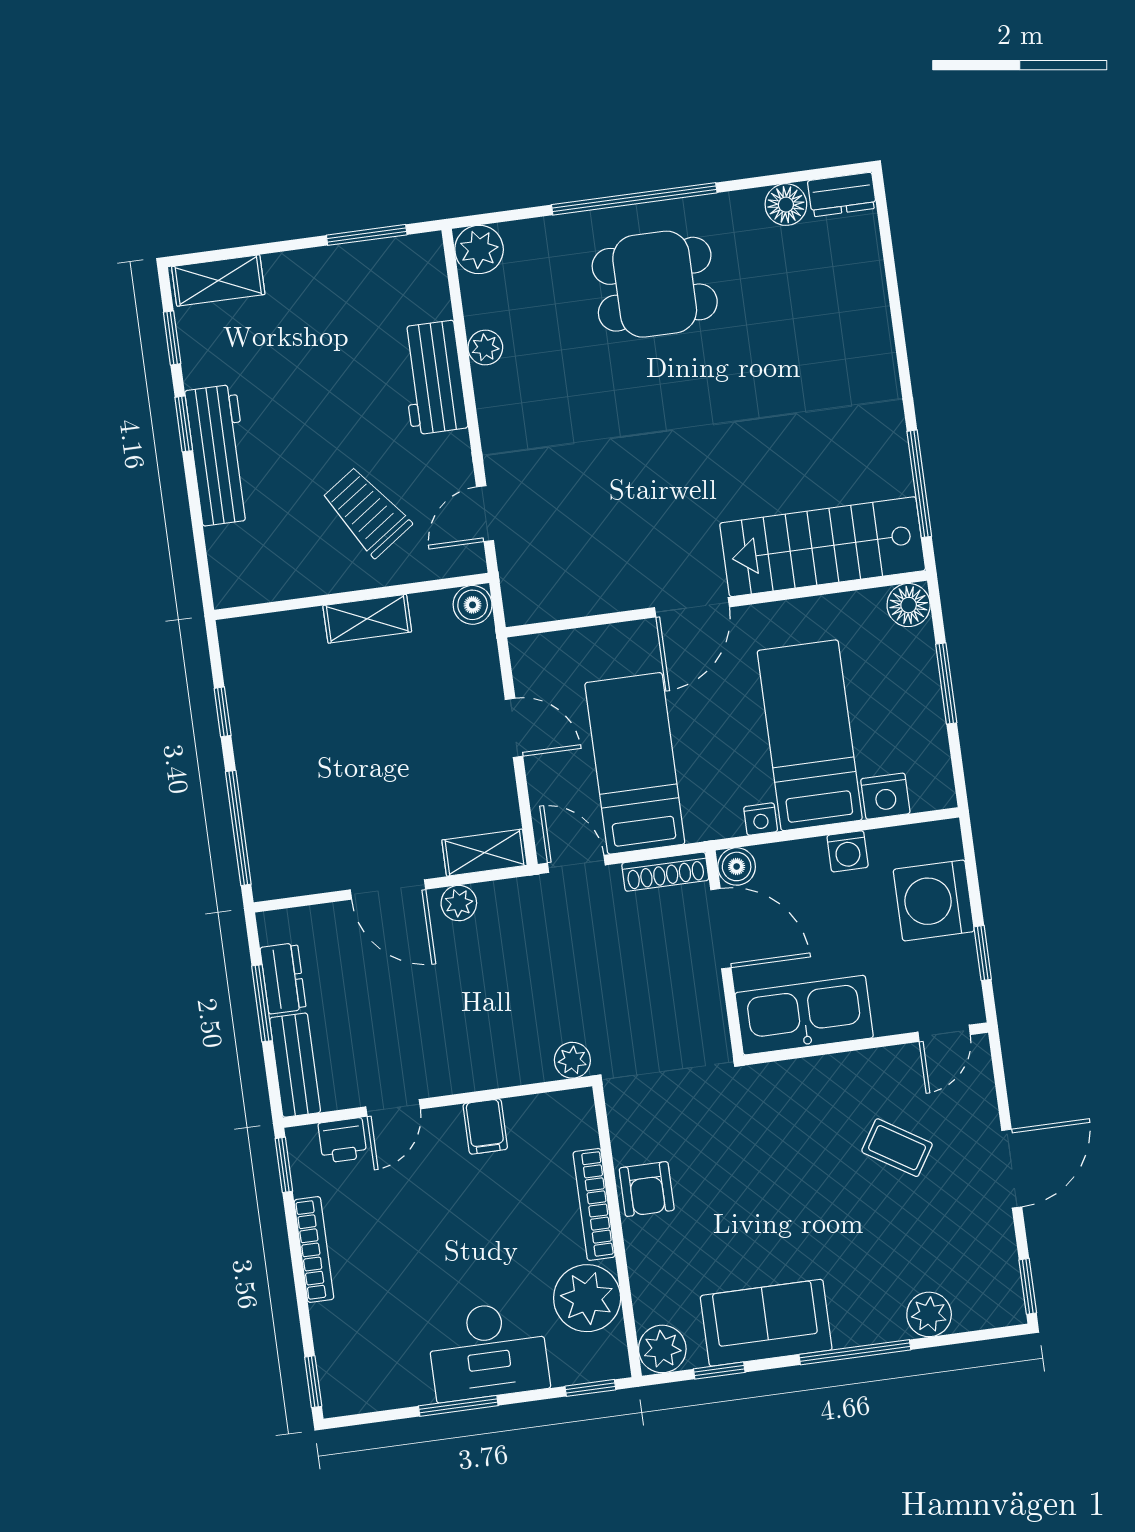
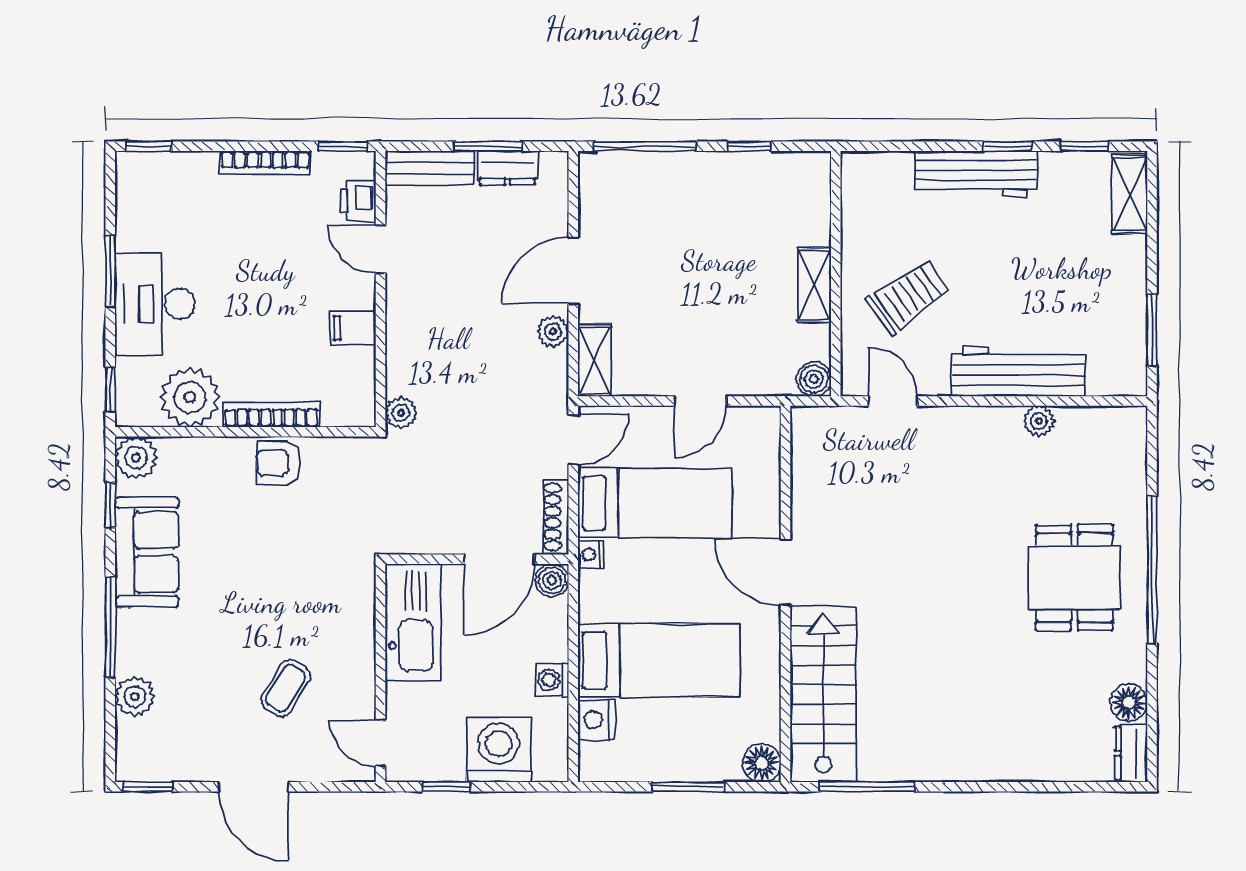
plant: (479, 249) -> (1126, 427), removed
workbench: (433, 378) -> (1019, 371), width x1.38
nightstand: (761, 819) -> (591, 555), moved

